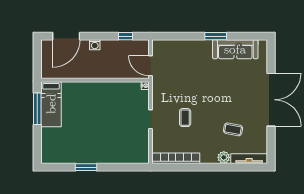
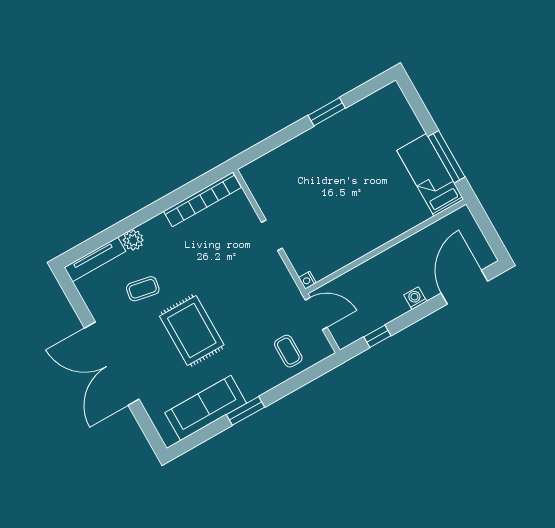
rug: (220, 93) -> (192, 331), added
coffee table: (185, 118) -> (288, 351), moved

